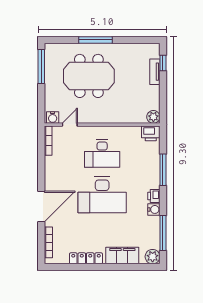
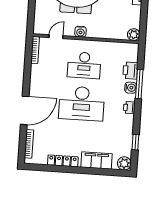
water cooler: (53, 118) -> (81, 32), moved
printer: (151, 133) -> (130, 71), moved, turned 90
water cooler: (154, 209) -> (131, 88), moved
window: (163, 233) -> (135, 142), width x0.46

